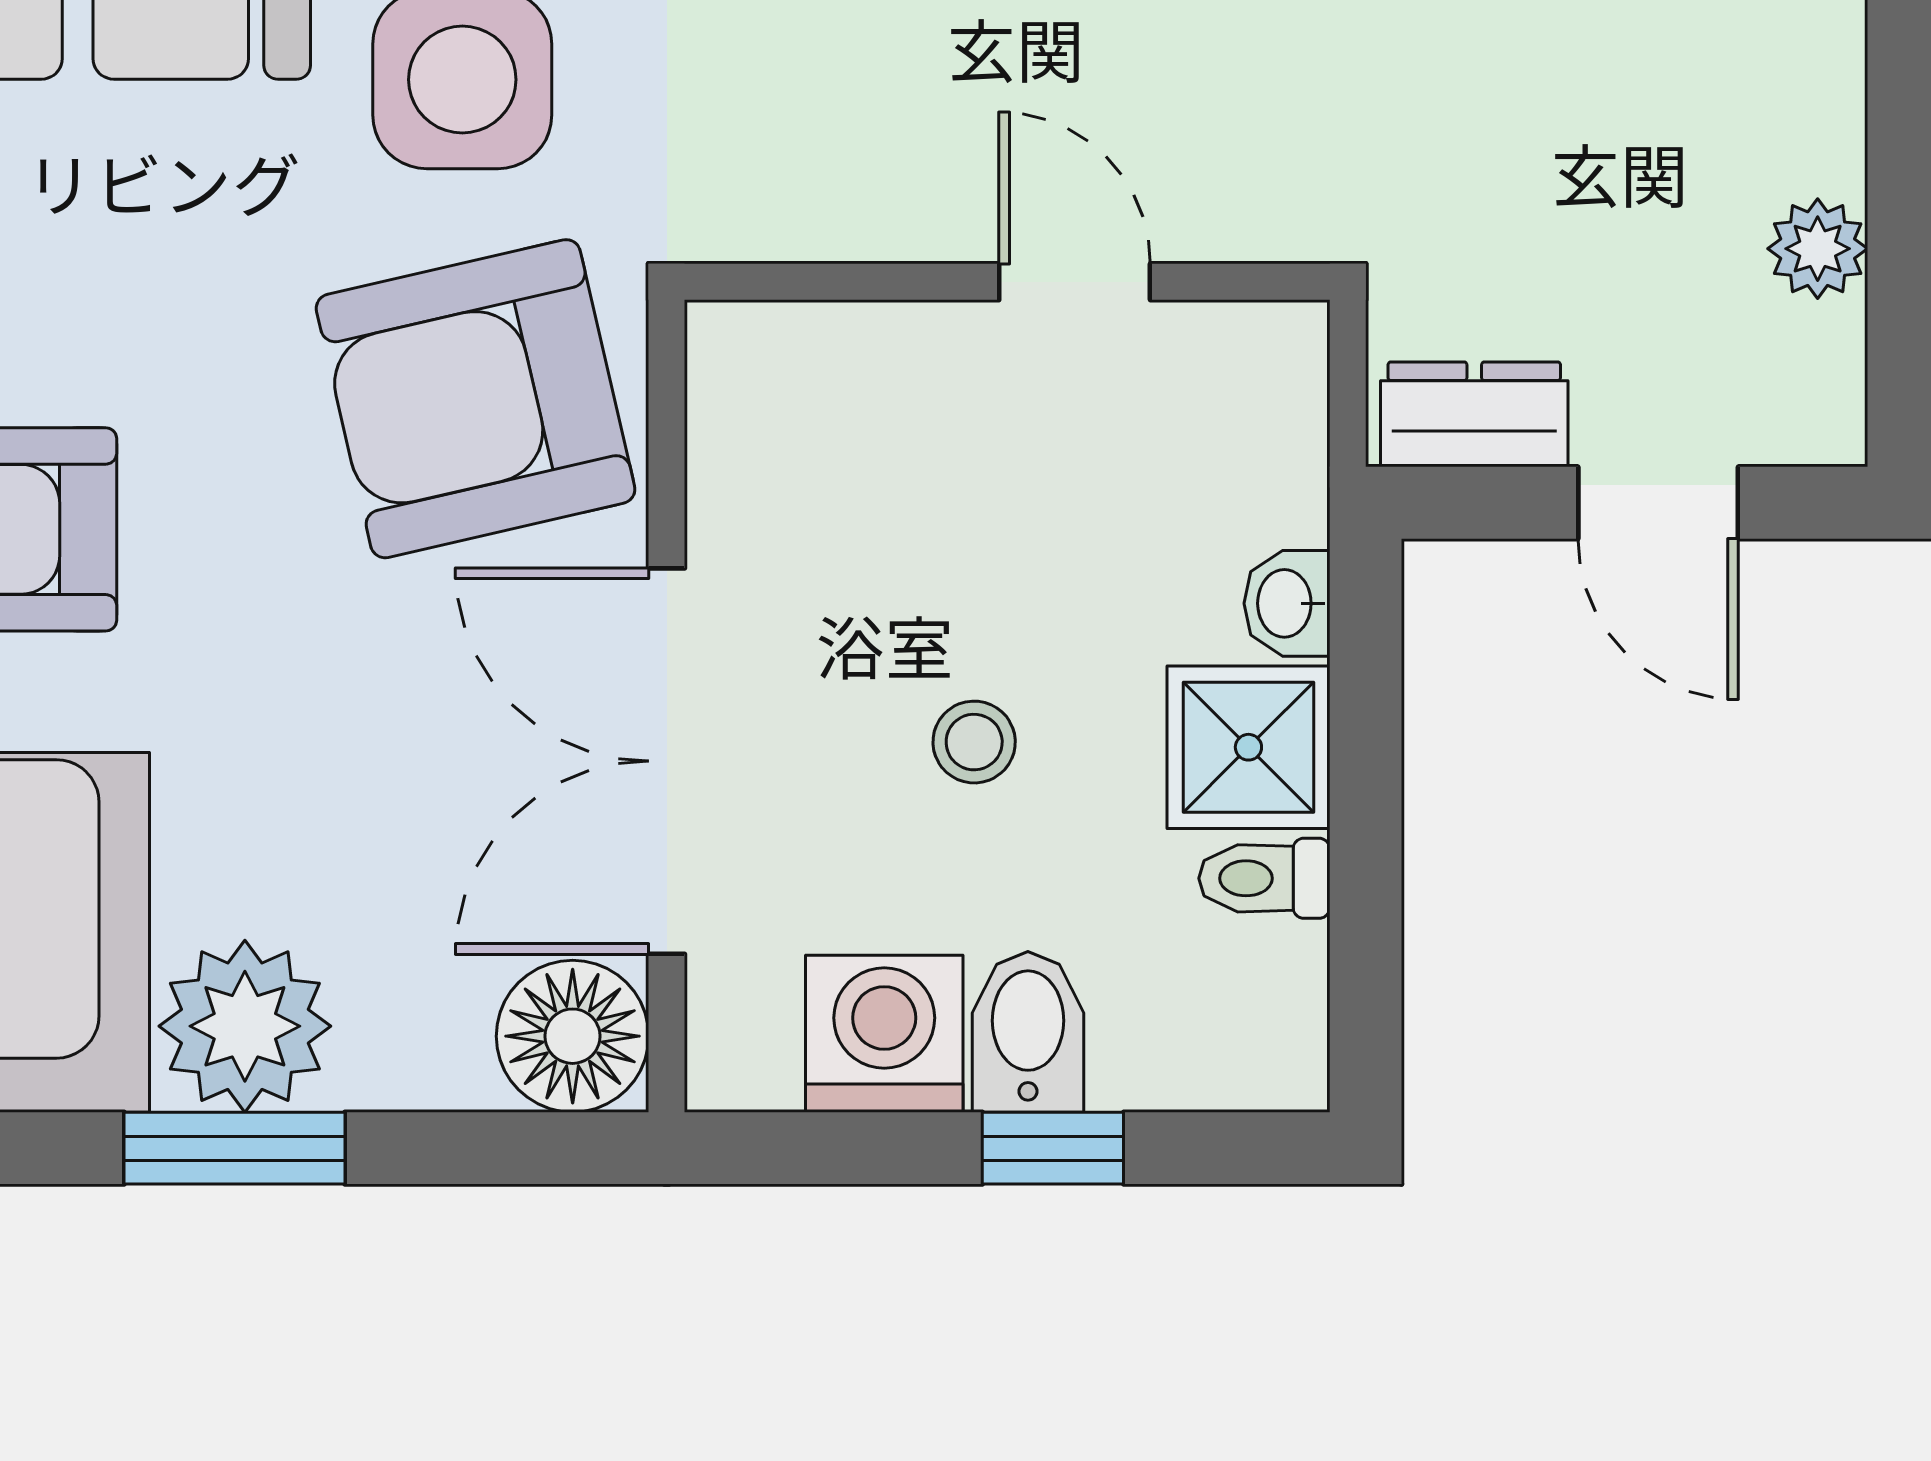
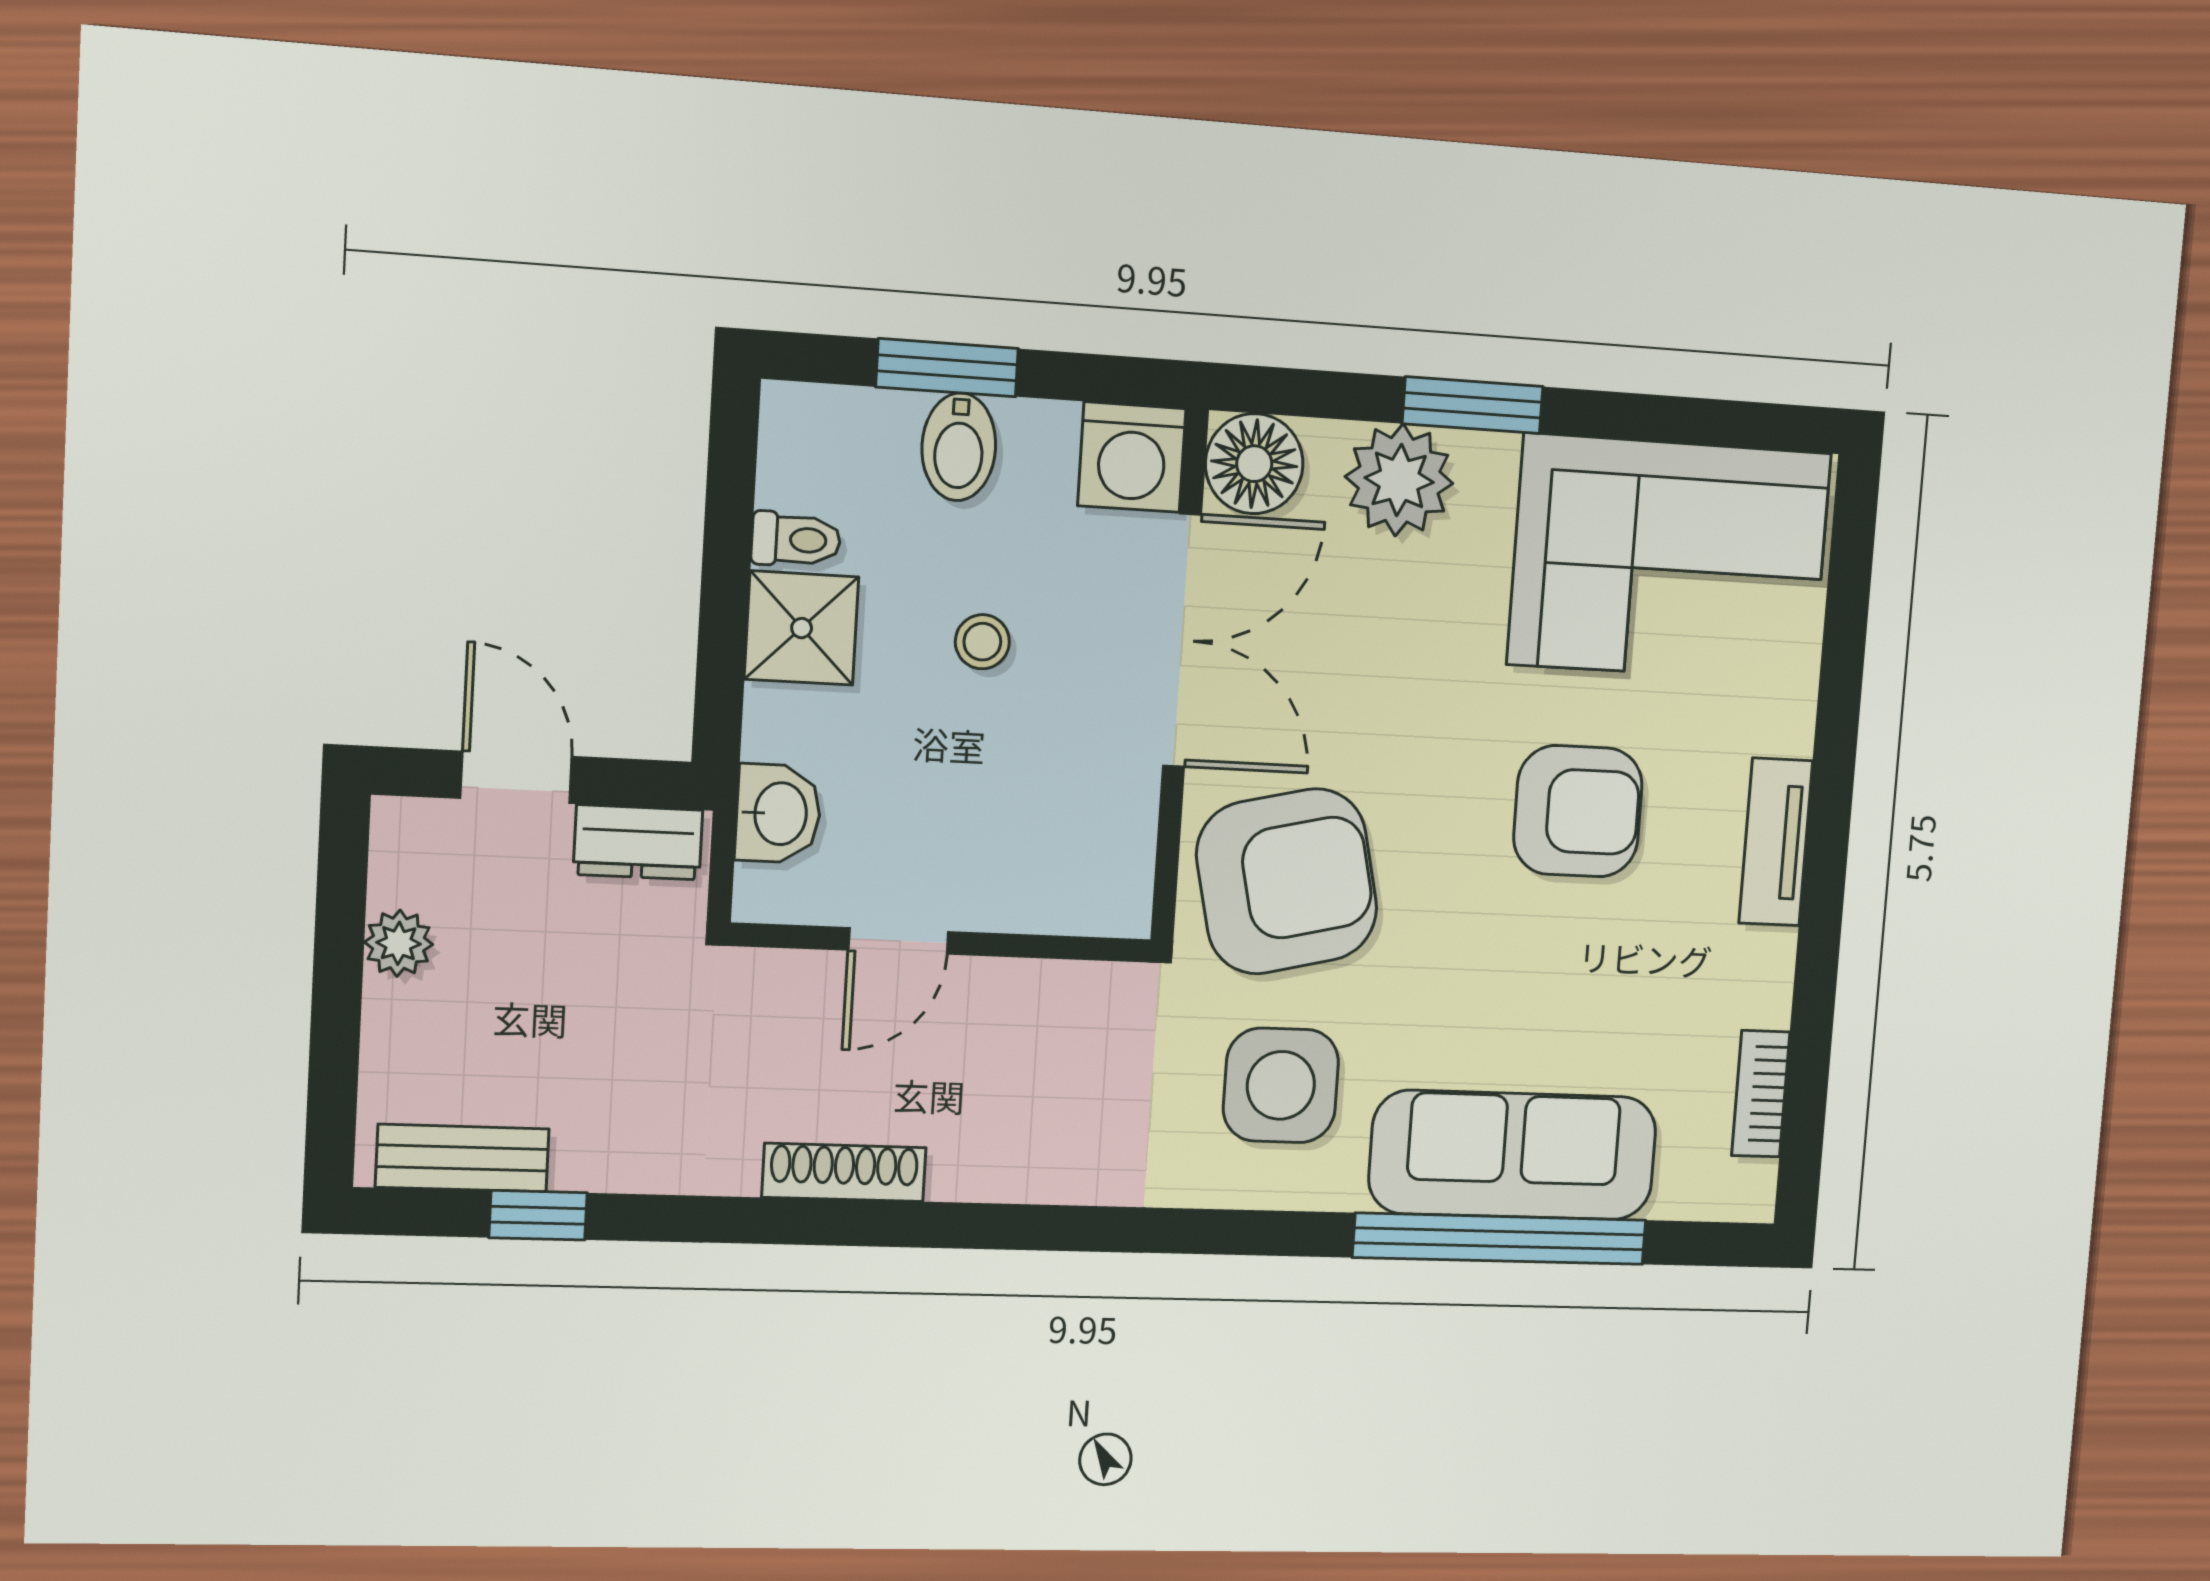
door: (1075, 282) -> (898, 941), hinge flipped
washbasin: (1287, 603) -> (778, 814), moved, width x1.38, depth x1.45
plant: (245, 1026) -> (1399, 480), moved
washing machine: (884, 1034) -> (1132, 457), moved
window: (1053, 1148) -> (947, 368), width x1.50

